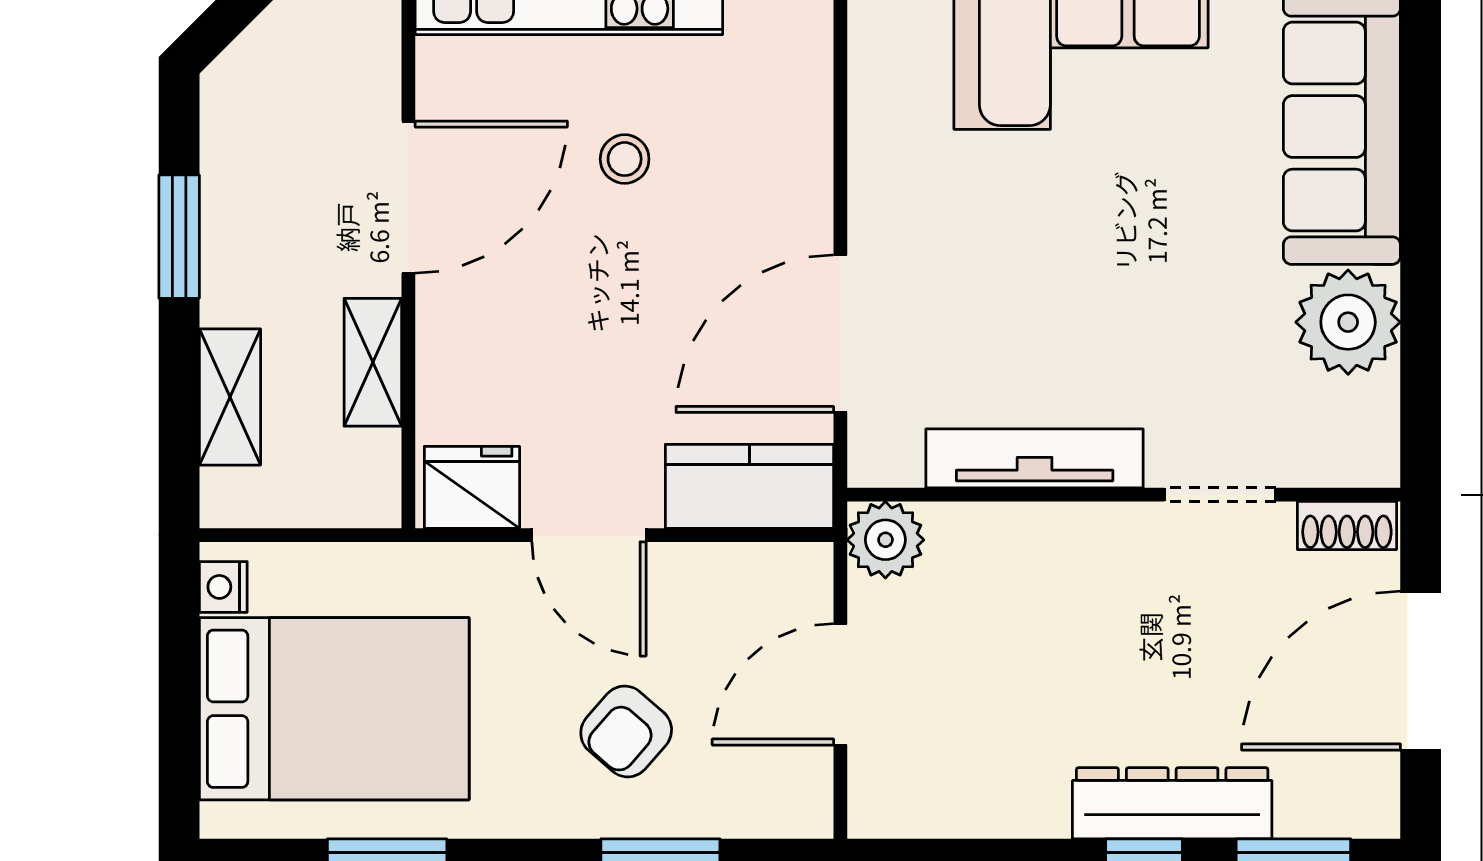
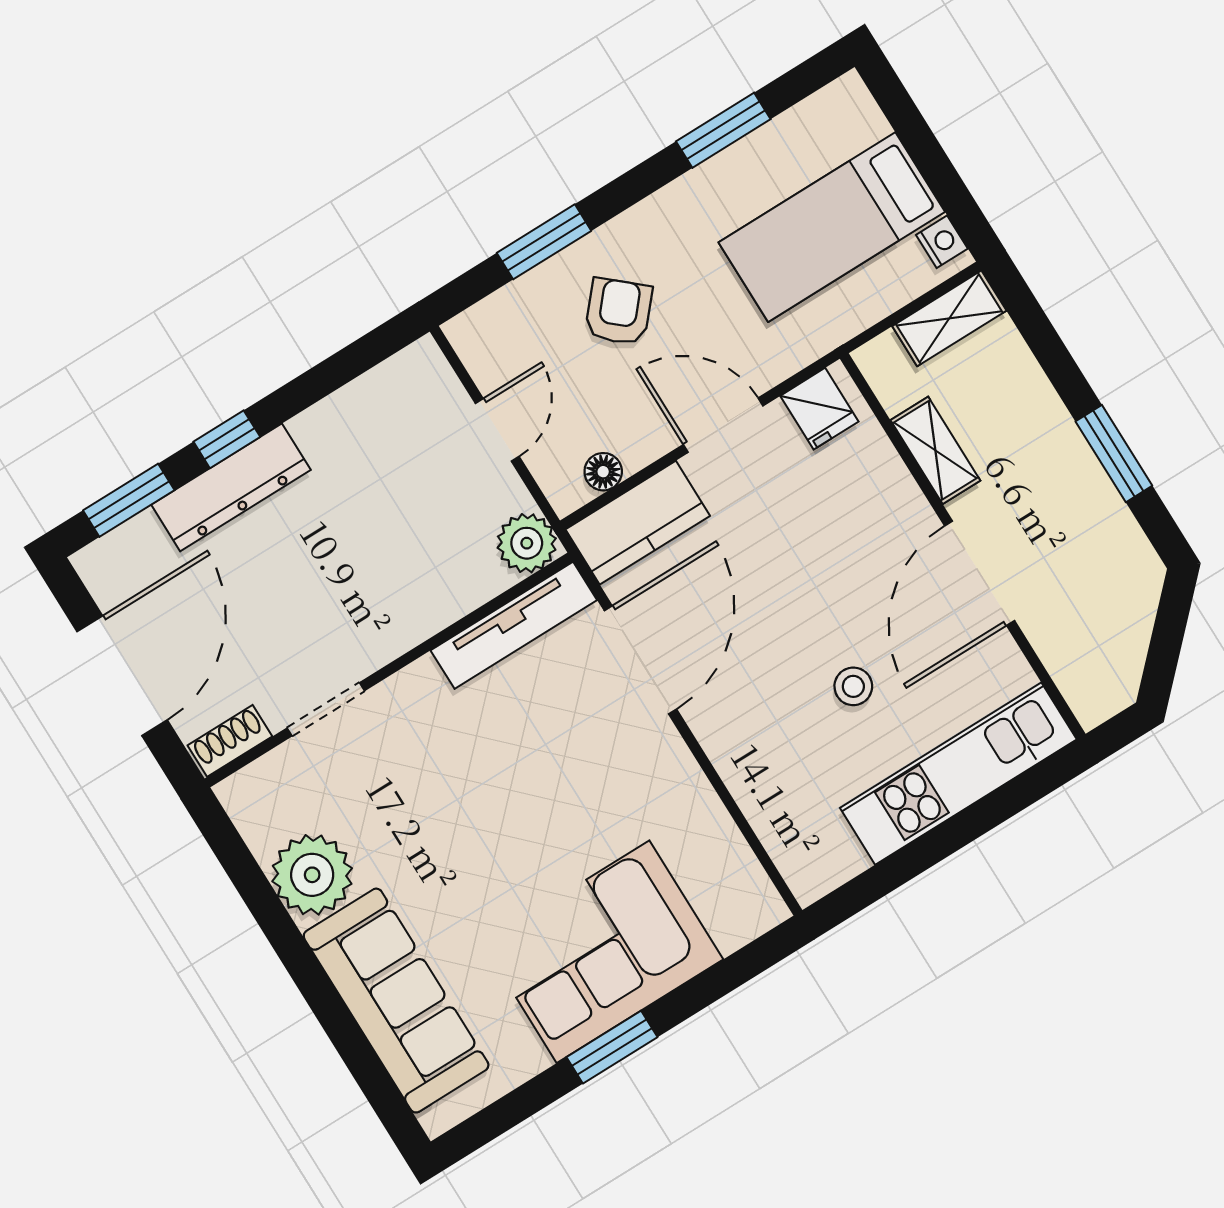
shelving: (230, 397) -> (949, 318), moved, turned 90
tv unit: (1035, 458) -> (514, 625), moved
fridge: (472, 487) -> (819, 409), width x0.72
floor lamp: (753, 566) -> (603, 472), added
door: (840, 684) -> (497, 430), width x0.73
bed: (334, 709) -> (832, 227), width x0.67

